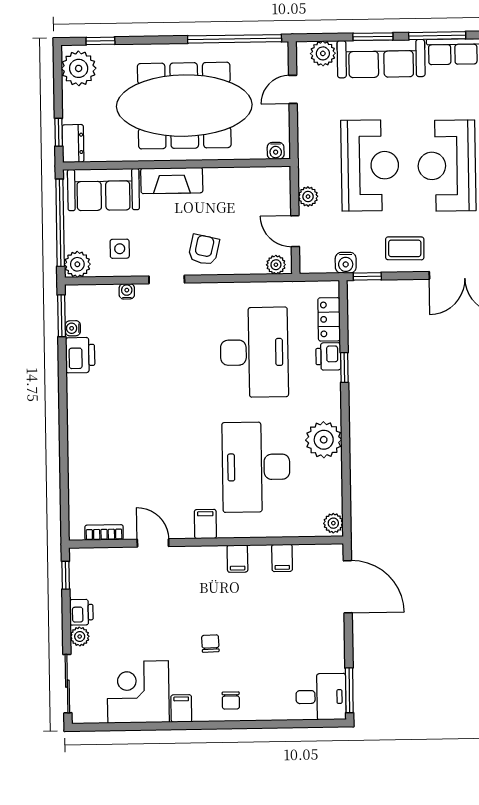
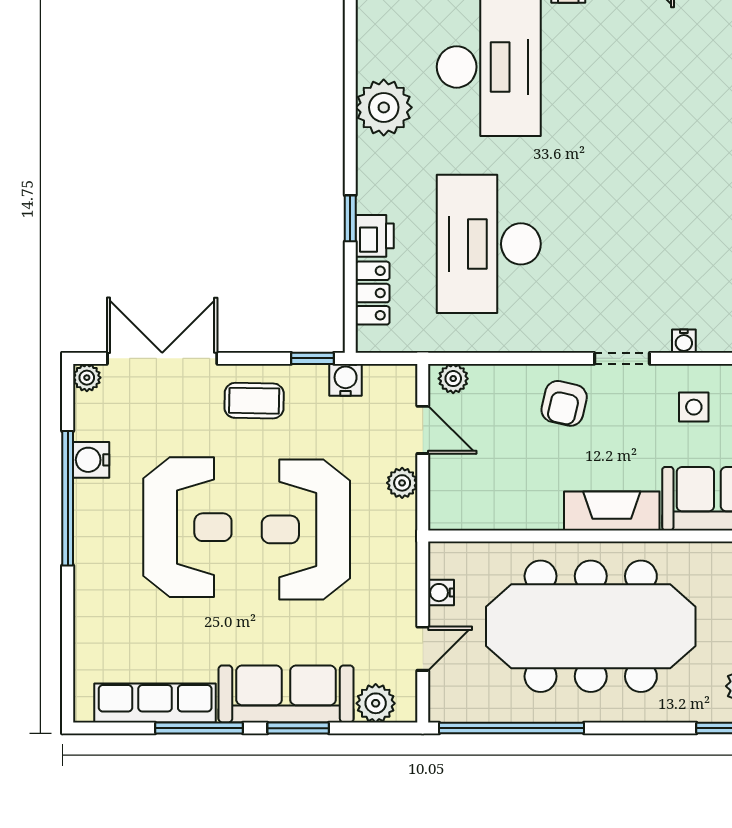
water cooler: (276, 151) -> (441, 593), moved, turned -90

